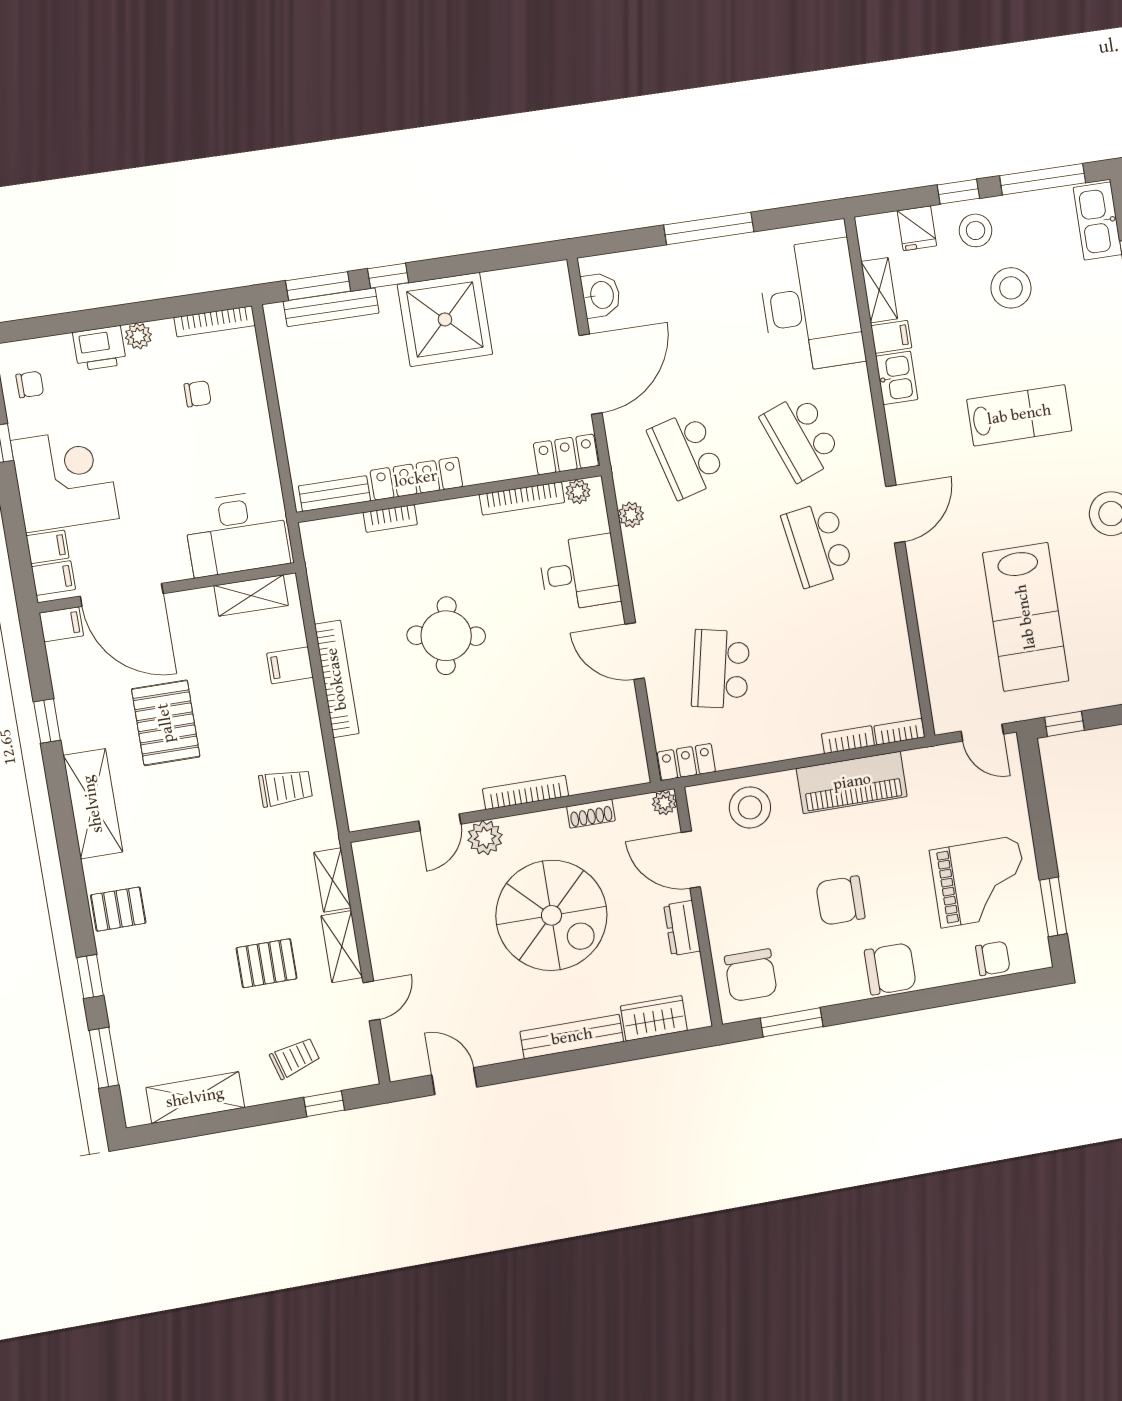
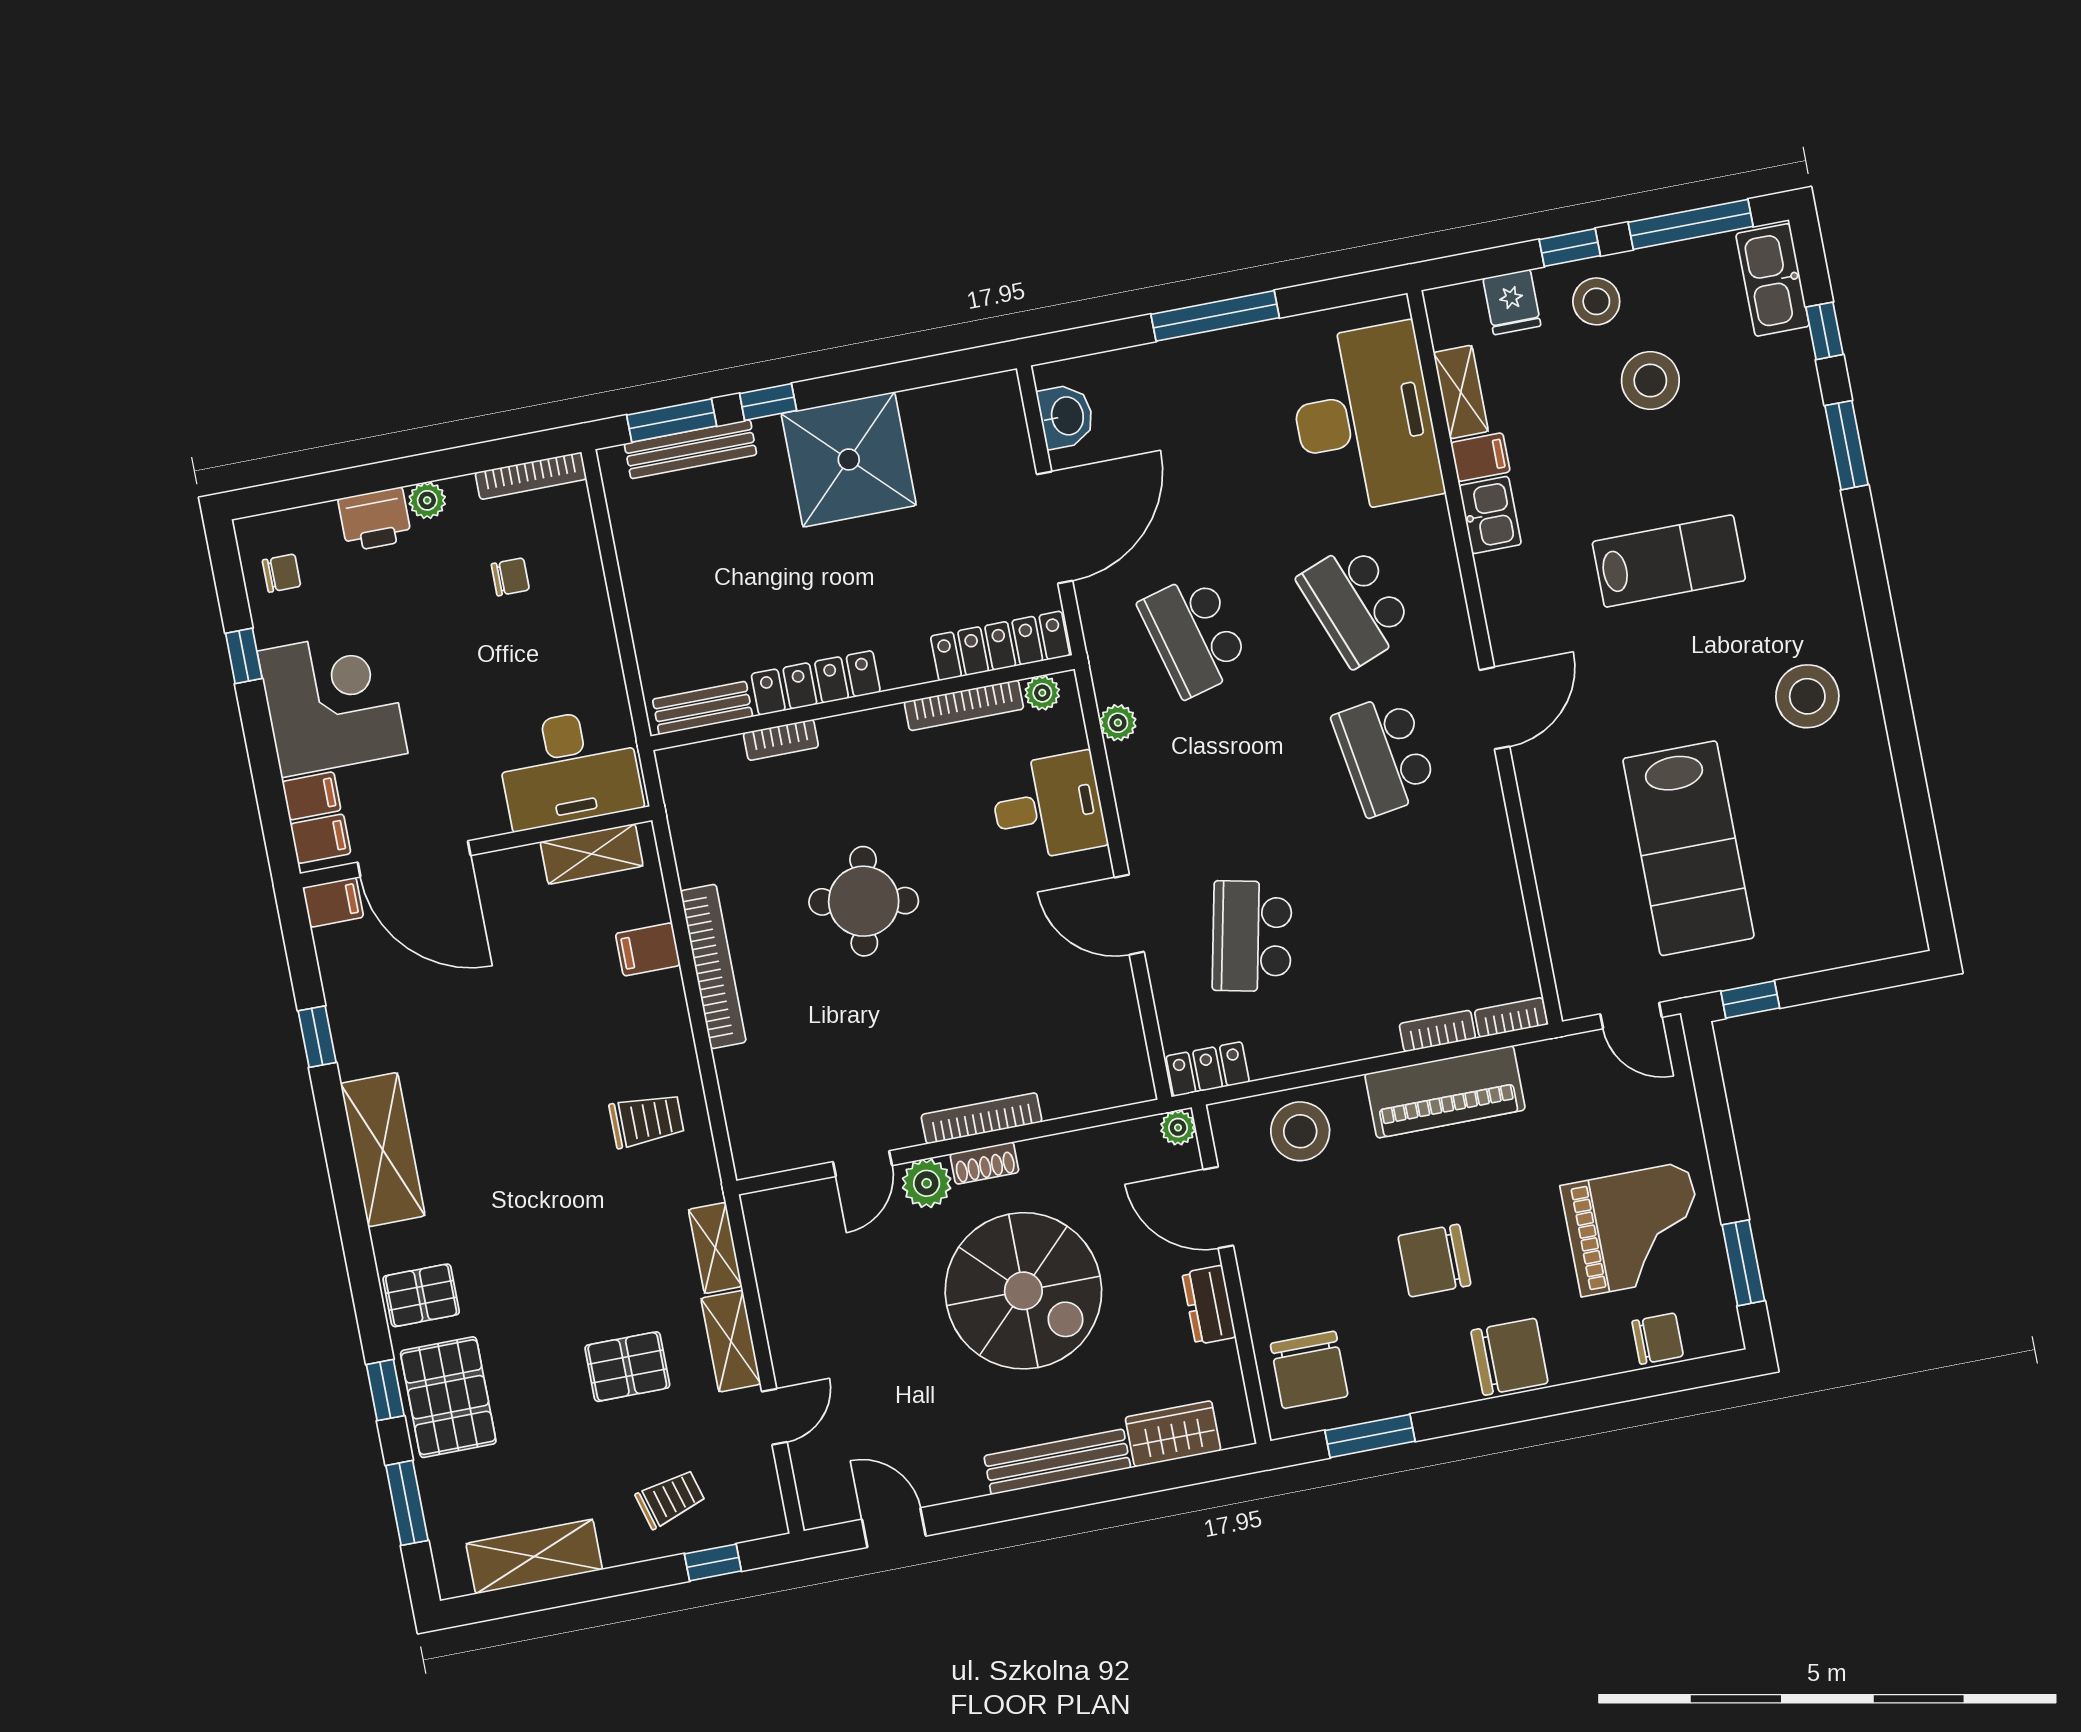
locker: (566, 454) -> (1000, 646), width x1.53
pallet: (166, 723) -> (448, 1397), moved
shoe rack: (591, 814) -> (984, 1163), moved

